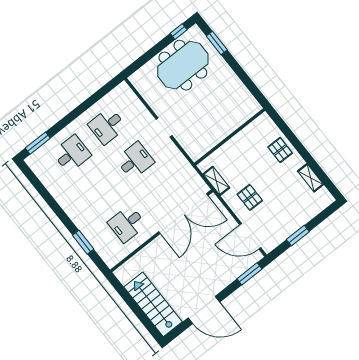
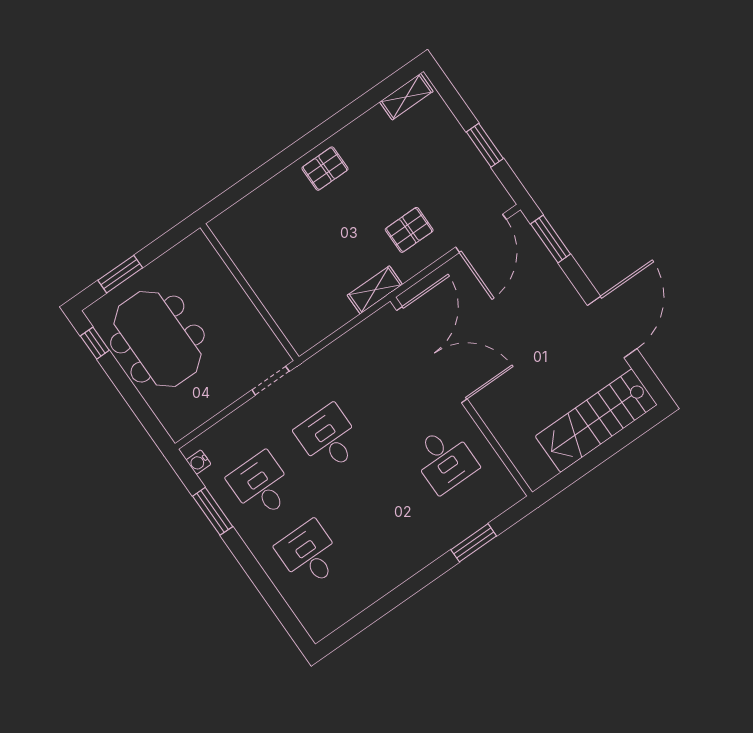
water cooler: (118, 91) -> (199, 462), added
desk: (107, 126) -> (261, 486), turned 180
wall: (230, 137) -> (250, 292), moved
window: (38, 143) -> (213, 511), moved
shelving: (311, 178) -> (406, 97), moved

